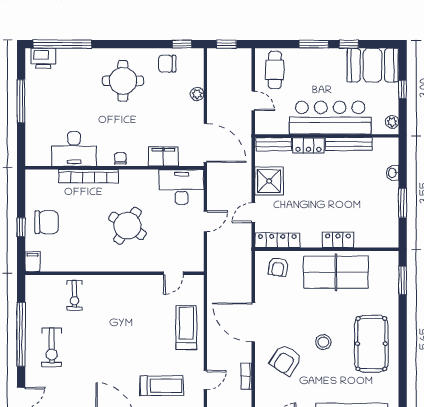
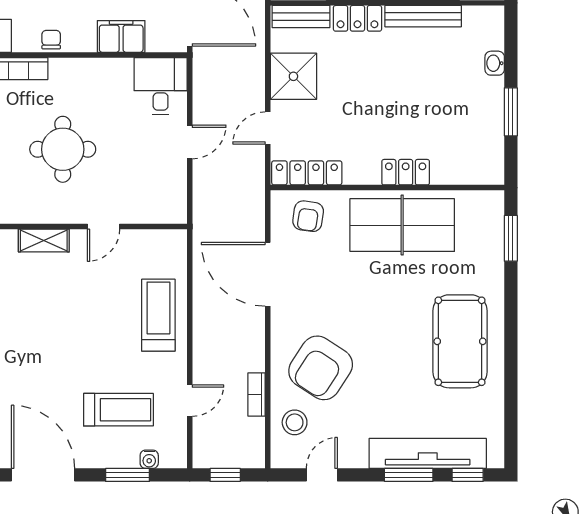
desk: (181, 187) -> (161, 86), width x0.73
round table: (127, 226) -> (63, 149), turned -32
door: (173, 273) -> (104, 227), moved
shelving: (116, 282) -> (44, 241), added
door: (253, 322) -> (268, 274), moved
stool: (323, 342) -> (295, 422), moved
armchair: (286, 360) -> (321, 368), width x1.36, depth x1.36

